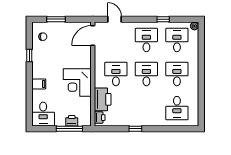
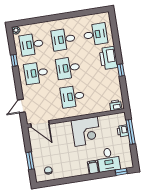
window: (29, 55) -> (121, 172), moved
printer: (103, 99) -> (108, 58), moved, turned -90
desk: (43, 114) -> (108, 160), moved, turned 90

